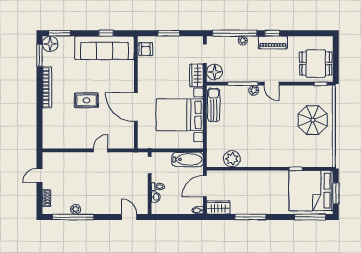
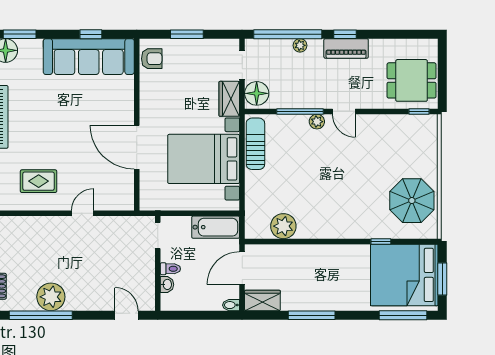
armchair: (146, 49) -> (152, 59), turned -90
rug: (86, 100) -> (39, 181), moved
parasol: (313, 120) -> (412, 201), moved
plant: (76, 209) -> (51, 297), width x1.88, depth x1.88

